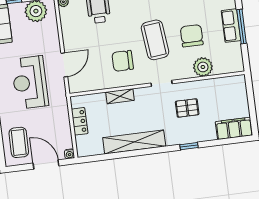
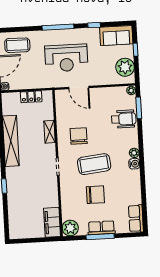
plant: (203, 67) -> (70, 228), moved
reception desk: (30, 82) -> (66, 58), turned 180
pallet: (187, 108) -> (36, 187), removed
filing cabinet: (234, 128) -> (52, 222), moved, turned 180

